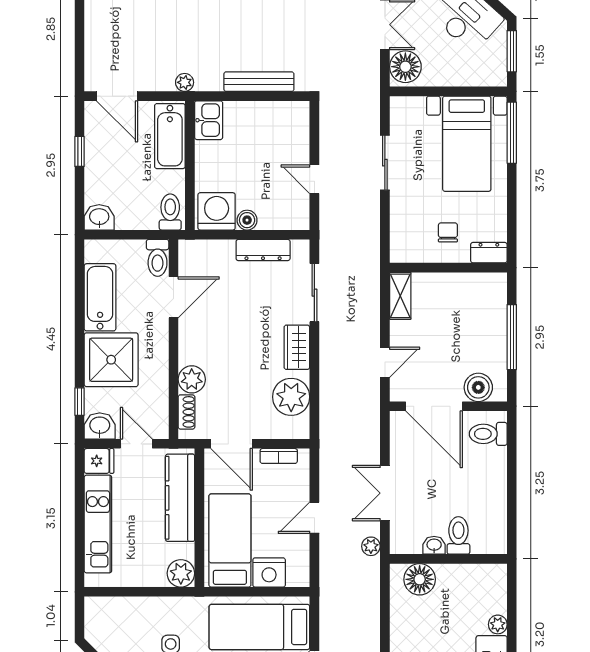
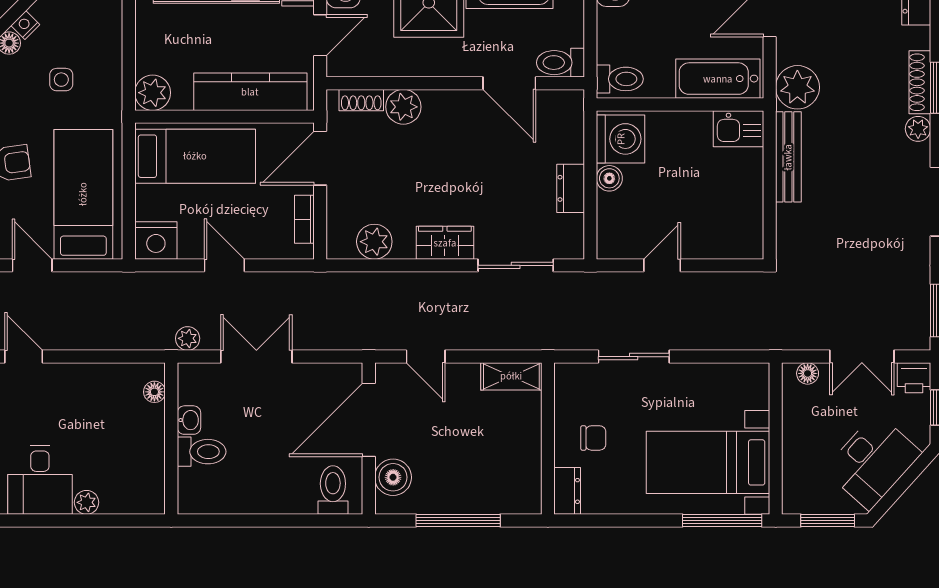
floor lamp: (405, 67) -> (808, 373), width x0.53, depth x0.53
plant: (185, 82) -> (797, 87), width x1.87, depth x1.87
bench: (259, 82) -> (788, 157), moved
sliding door: (385, 163) -> (634, 357), moved
dresser: (263, 250) -> (571, 188), width x0.70
plant: (291, 397) -> (374, 242), width x0.73, depth x0.73
nightstand: (269, 572) -> (156, 240), moved, turned -90
floor lamp: (420, 579) -> (154, 392), width x0.53, depth x0.53

